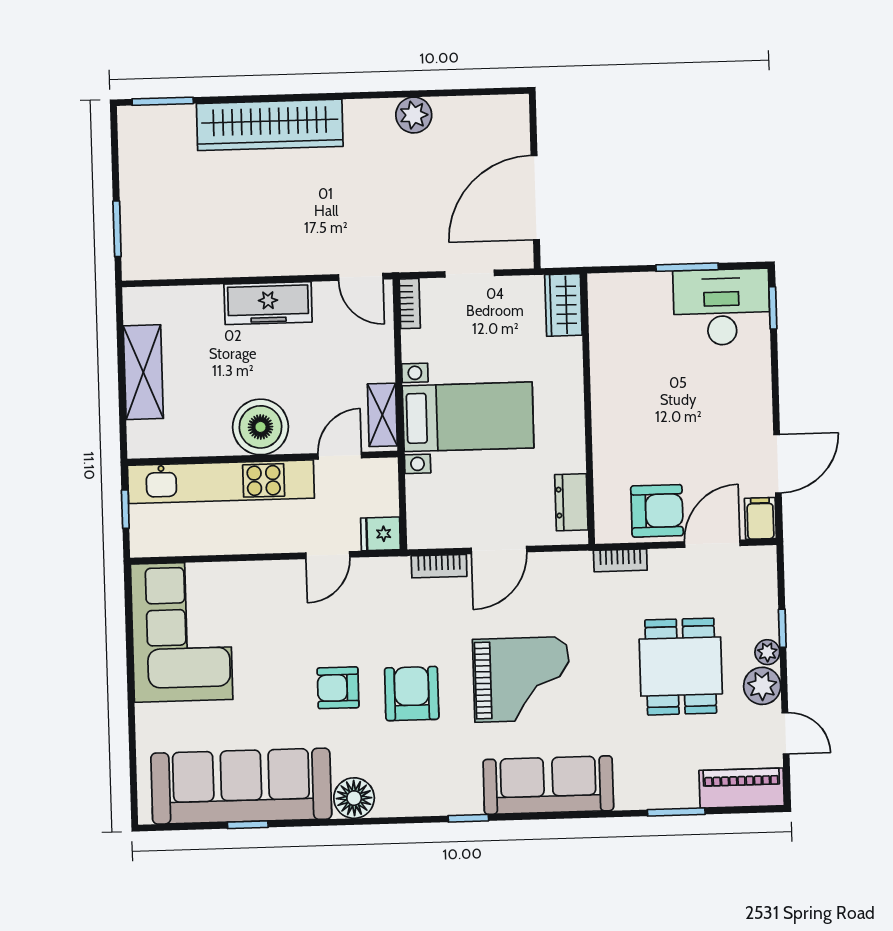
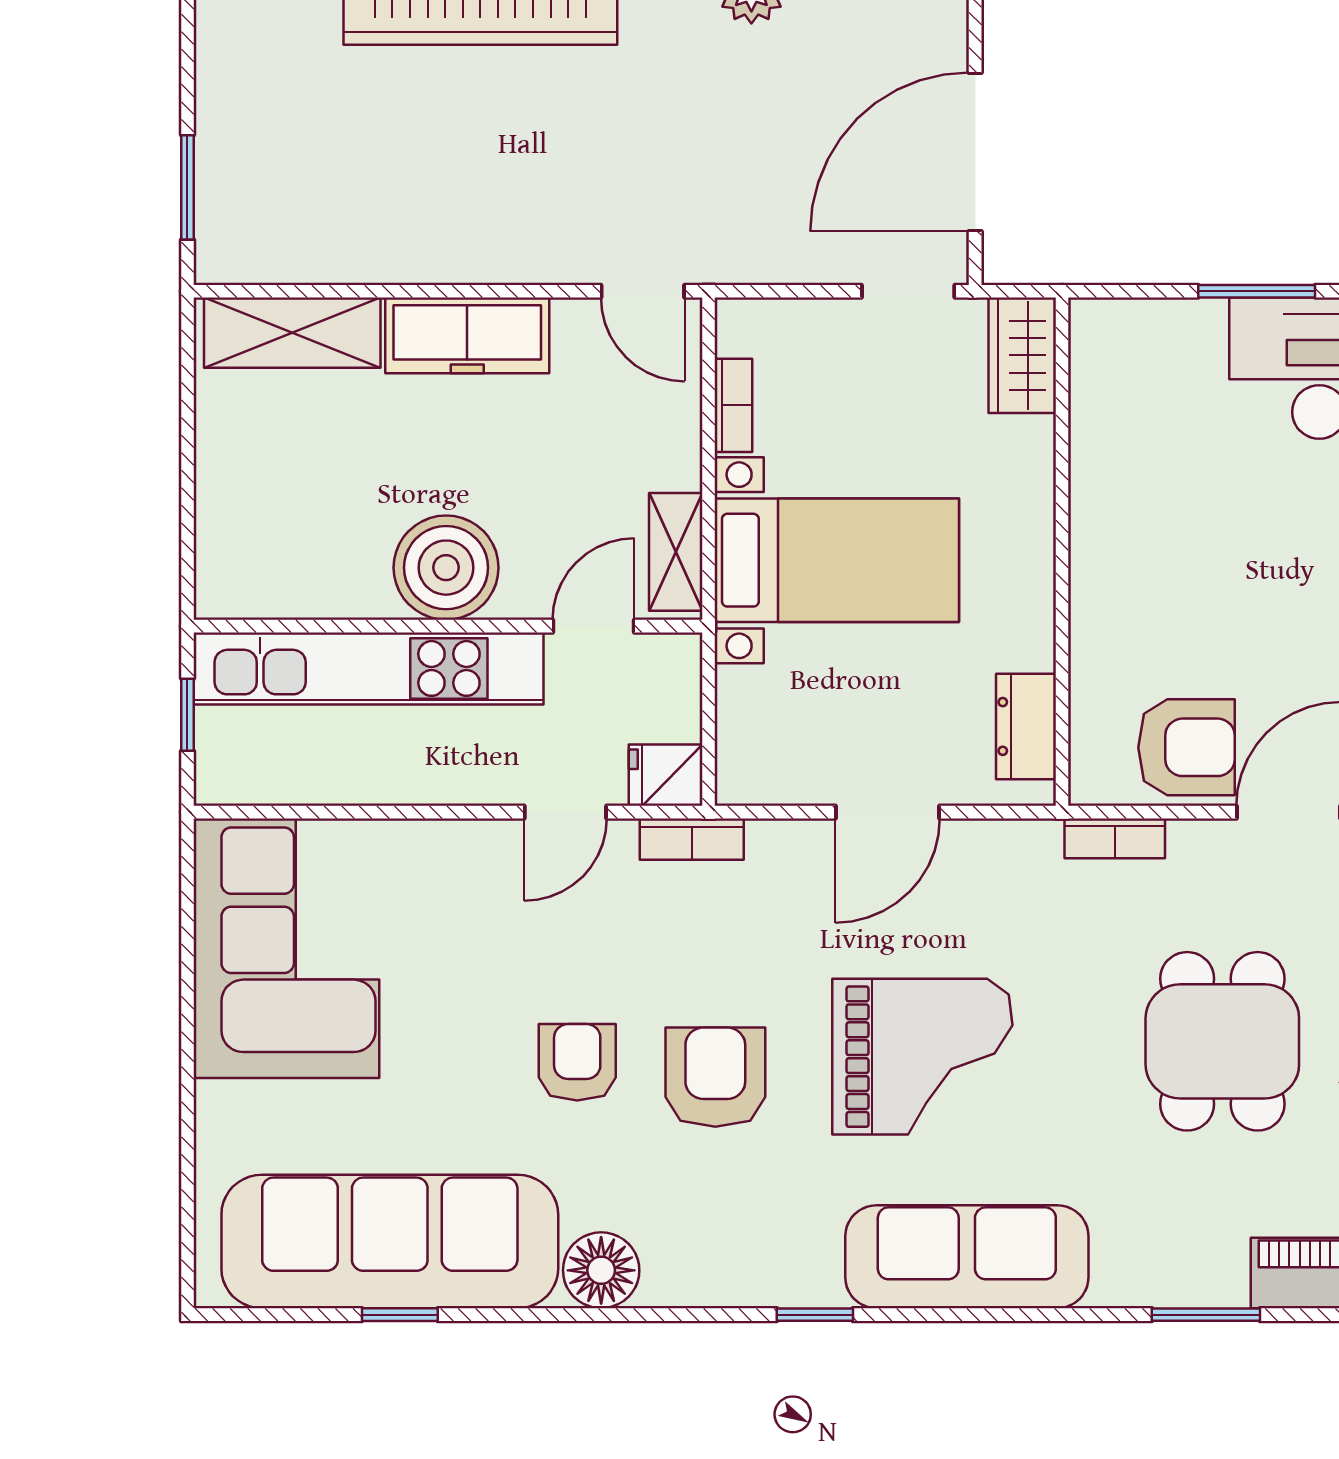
doorway: (470, 274) -> (908, 291), moved
bookcase: (410, 304) -> (733, 405), moved
shelving: (143, 372) -> (292, 333), moved, turned 90
bookcase: (439, 566) -> (692, 839), moved
armchair: (338, 688) -> (577, 1062), turned 90

